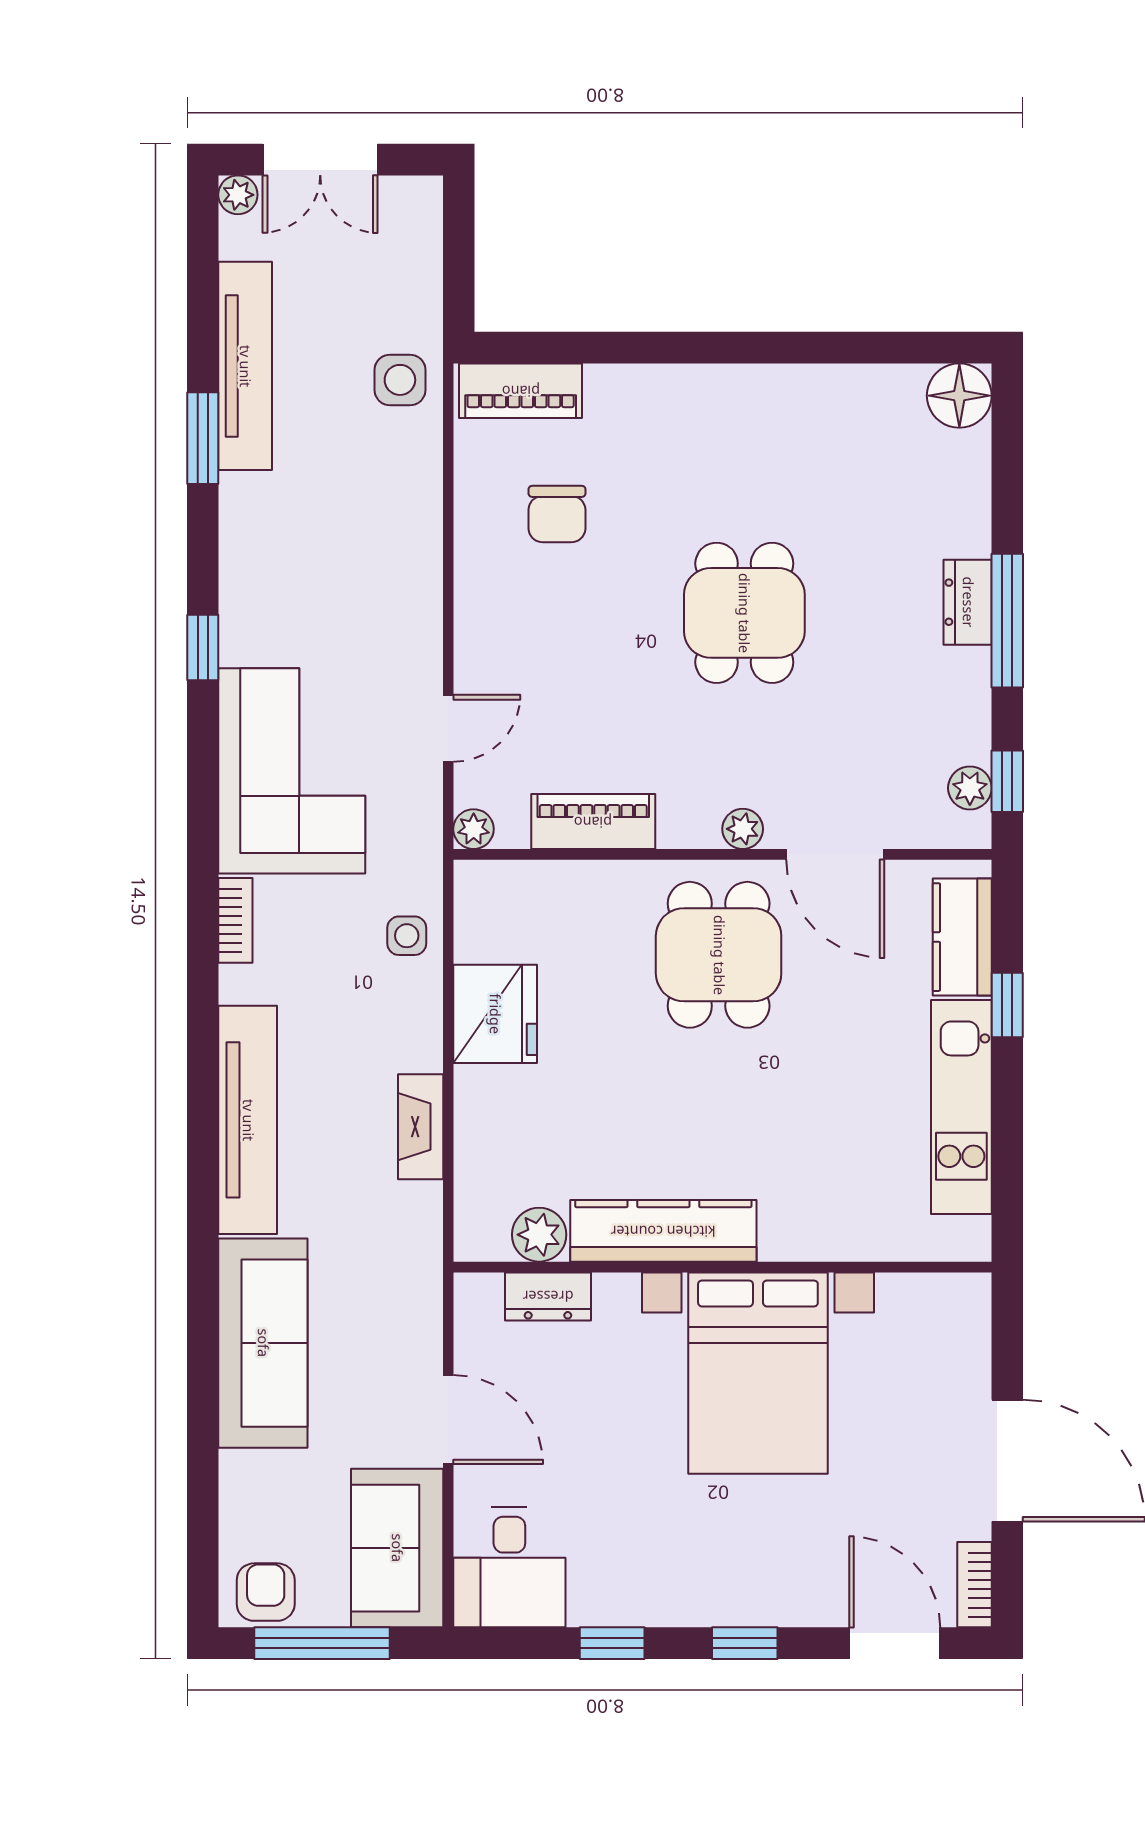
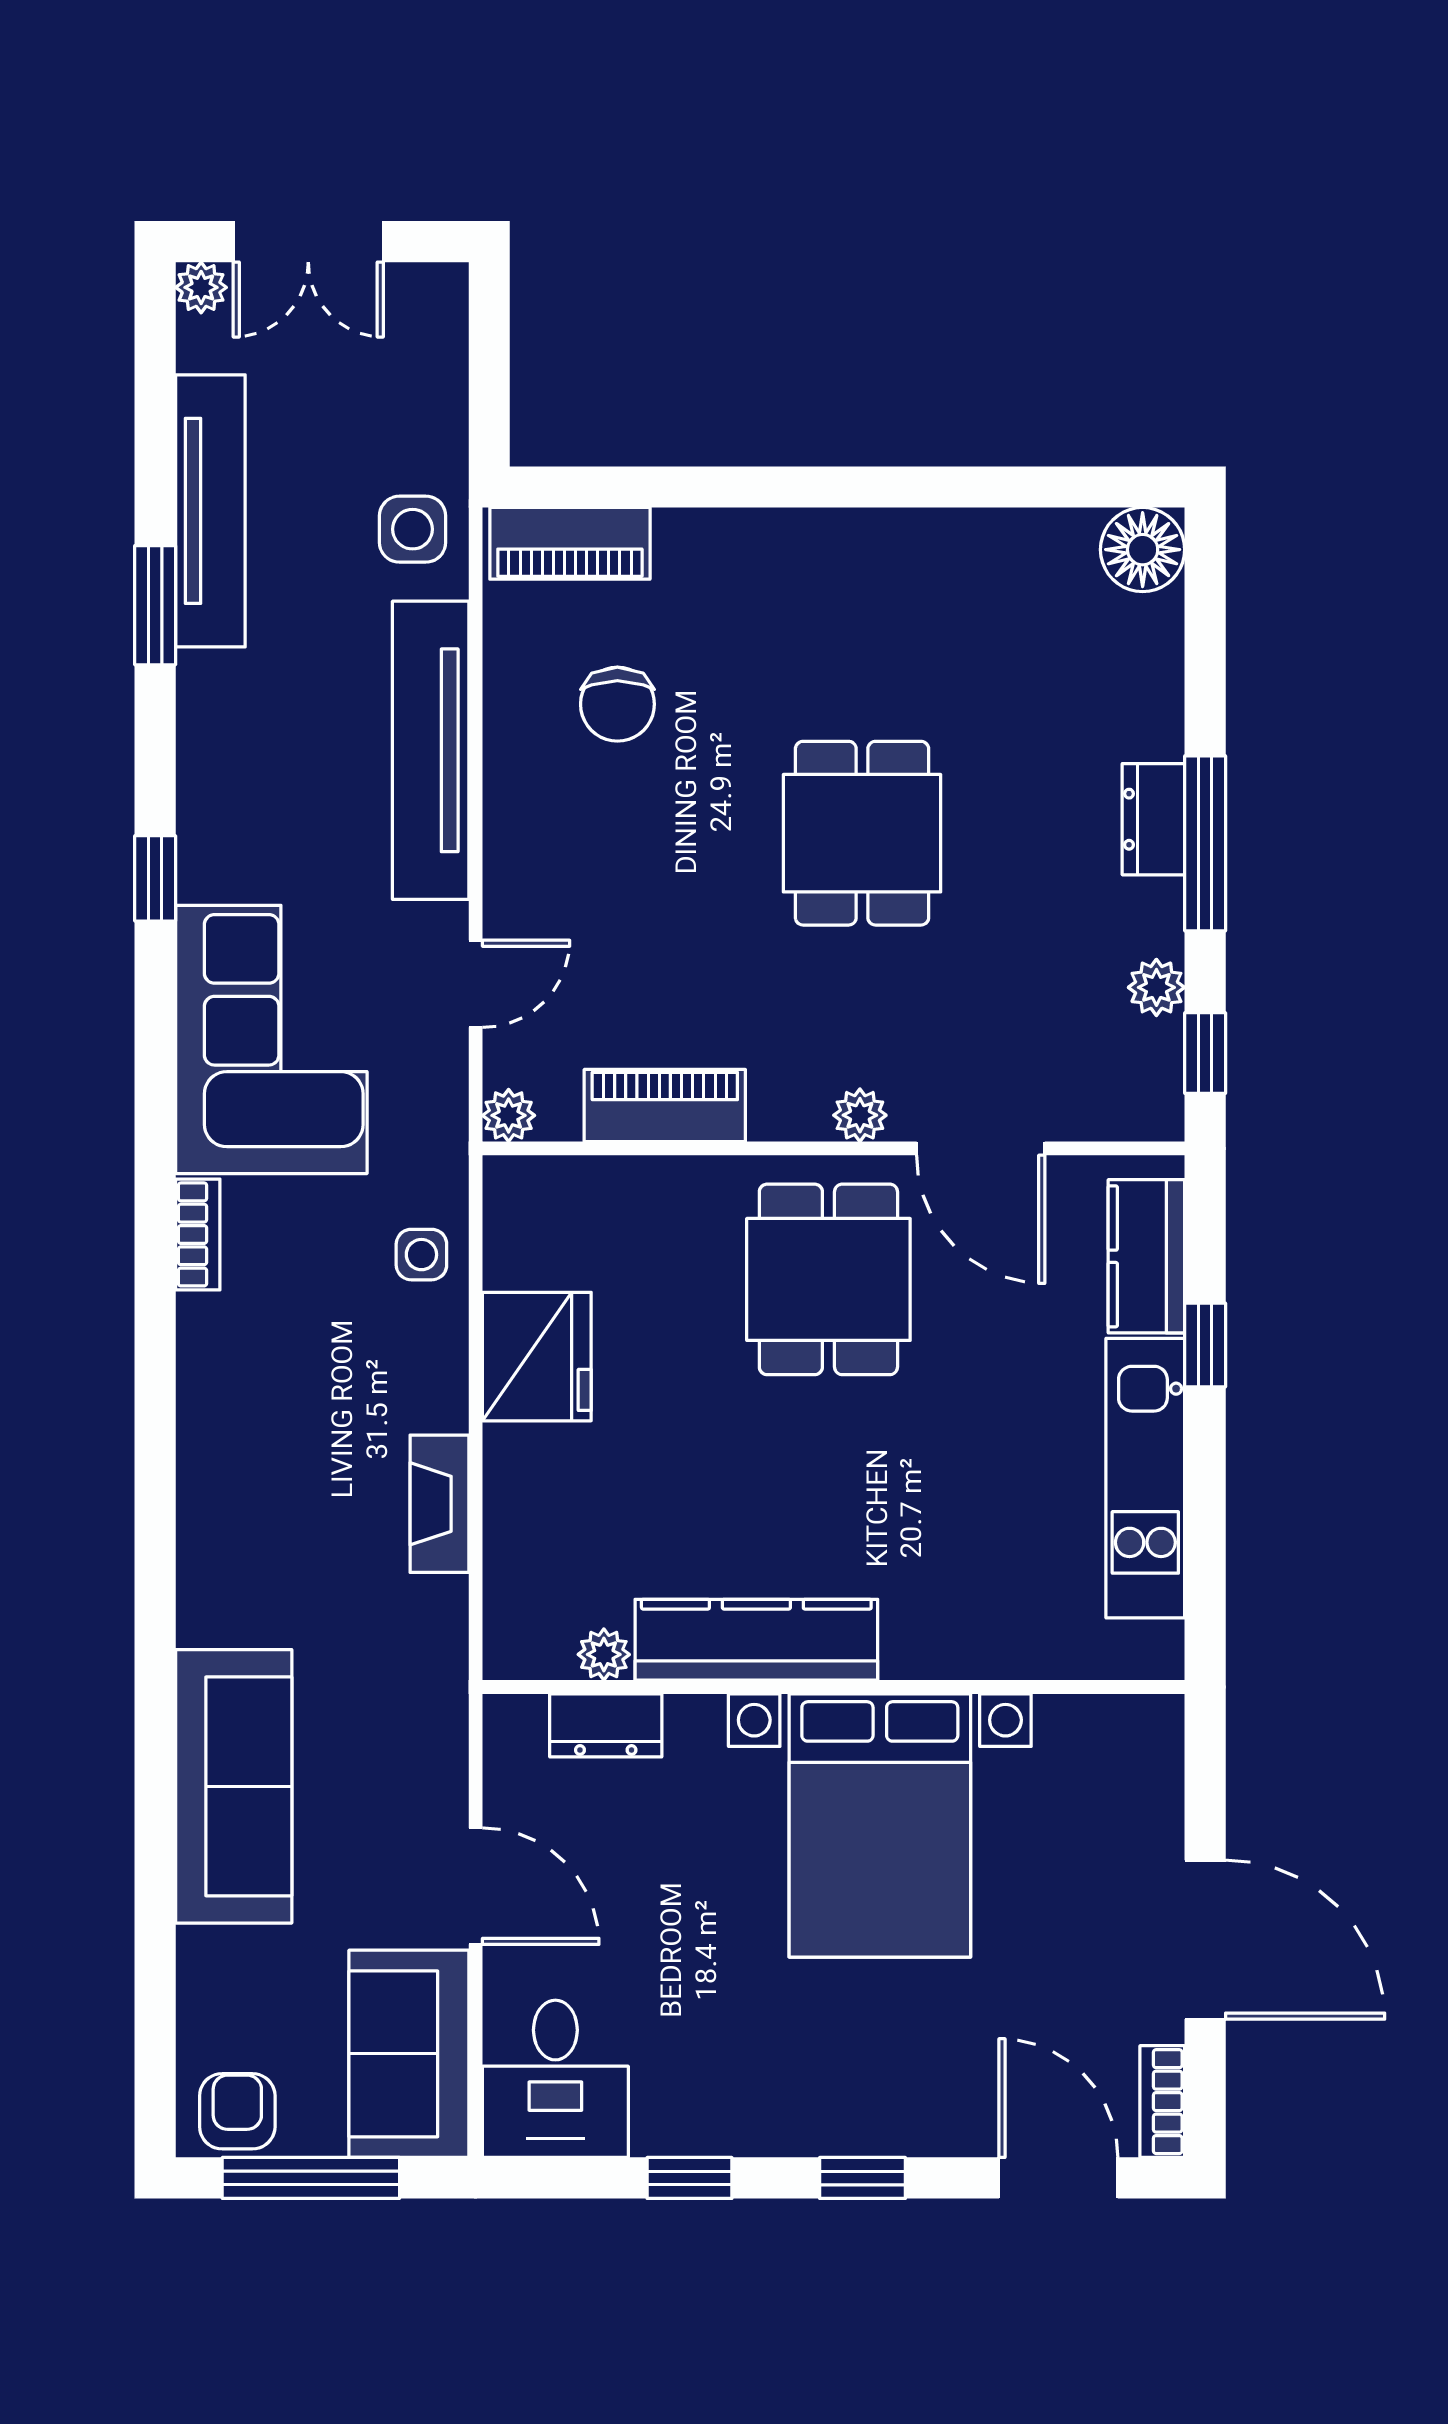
plant: (970, 788) -> (1156, 987), moved
tv unit: (248, 1120) -> (431, 750), moved, turned 180
plant: (539, 1235) -> (604, 1654), width x0.73, depth x0.73

